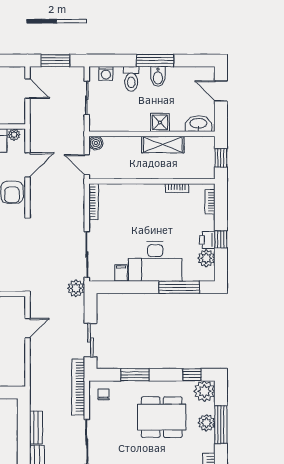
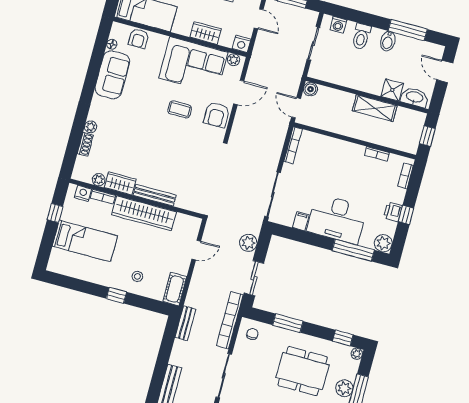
window: (155, 61) -> (408, 30), moved
nightstand: (18, 117) -> (242, 44), added
shower: (160, 122) -> (392, 90), moved
plant: (206, 258) -> (383, 243), moved
plant: (76, 288) -> (248, 243), moved
cot: (17, 371) -> (175, 289), added
plant: (204, 391) -> (357, 354), width x0.53, depth x0.53
bench: (36, 428) -> (185, 323), moved

